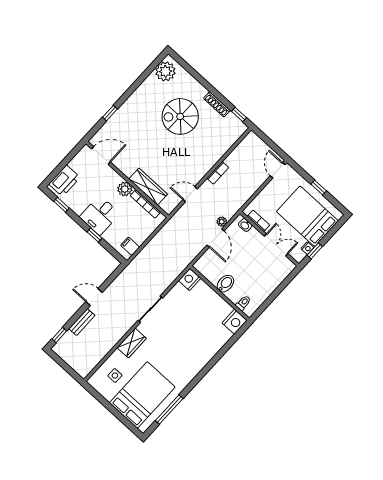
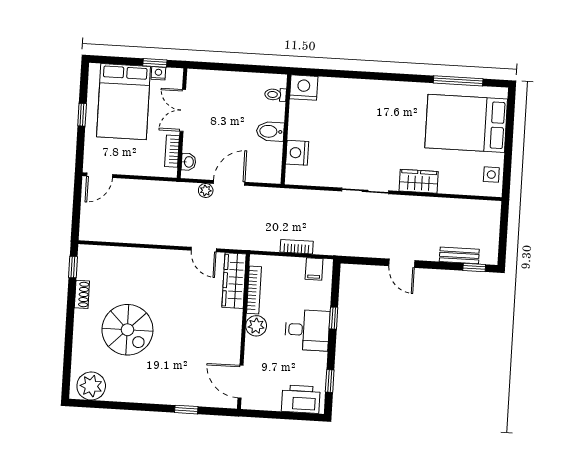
shoe rack: (217, 104) -> (82, 294), width x0.70
bookcase: (218, 173) -> (297, 247), moved
wardrobe: (148, 187) -> (234, 281), moved
nightstand: (190, 280) -> (297, 153), moved, turned 90
bench: (82, 322) -> (459, 255), moved
side table: (115, 376) -> (491, 175), moved

